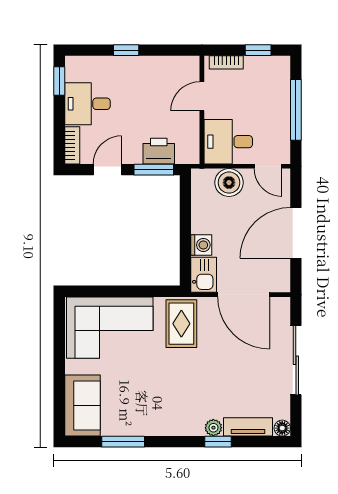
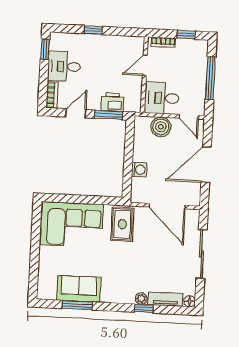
kitchen sink: (204, 275) -> (140, 191), removed
sofa: (82, 405) -> (79, 289), moved, turned -90

